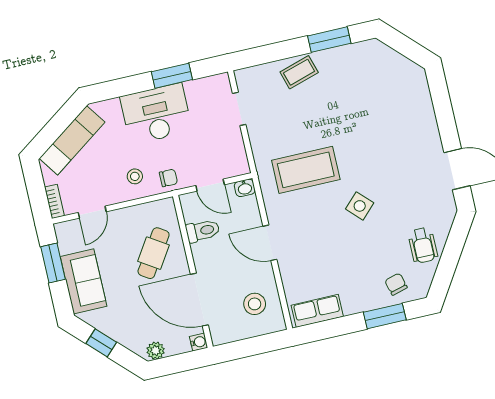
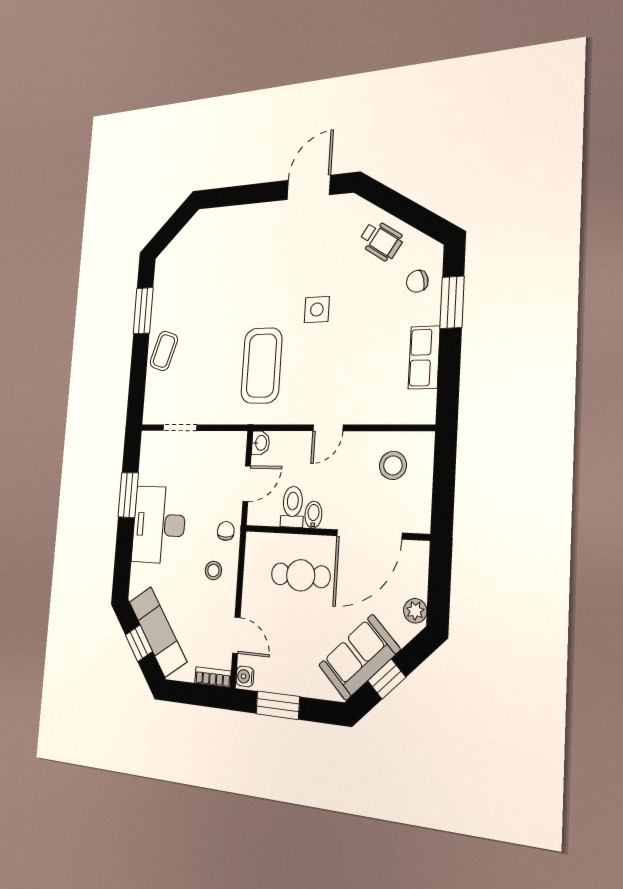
coffee table: (299, 72) -> (164, 351), turned 35
window: (57, 125) -> (139, 643), added
side table: (360, 206) -> (317, 310), turned 45
door: (270, 243) -> (328, 428), width x0.73
wheelchair: (423, 245) -> (381, 240), turned 33
bidet: (202, 250) -> (313, 515), added
cafe table: (154, 253) -> (301, 575), turned -33
sofa: (84, 281) -> (359, 657), moved, turned -45
row of seats: (317, 311) -> (424, 357), moved
water cooler: (199, 342) -> (245, 676), moved, turned -90

